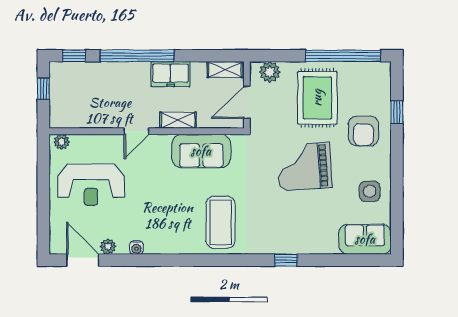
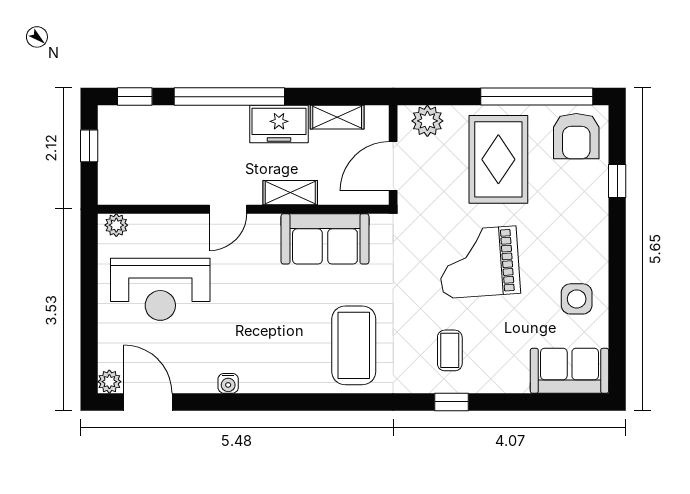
shelving: (225, 70) -> (337, 117), moved
armchair: (363, 131) -> (576, 136), moved
coffee table: (285, 226) -> (450, 350), added
plant: (108, 247) -> (109, 382), moved

